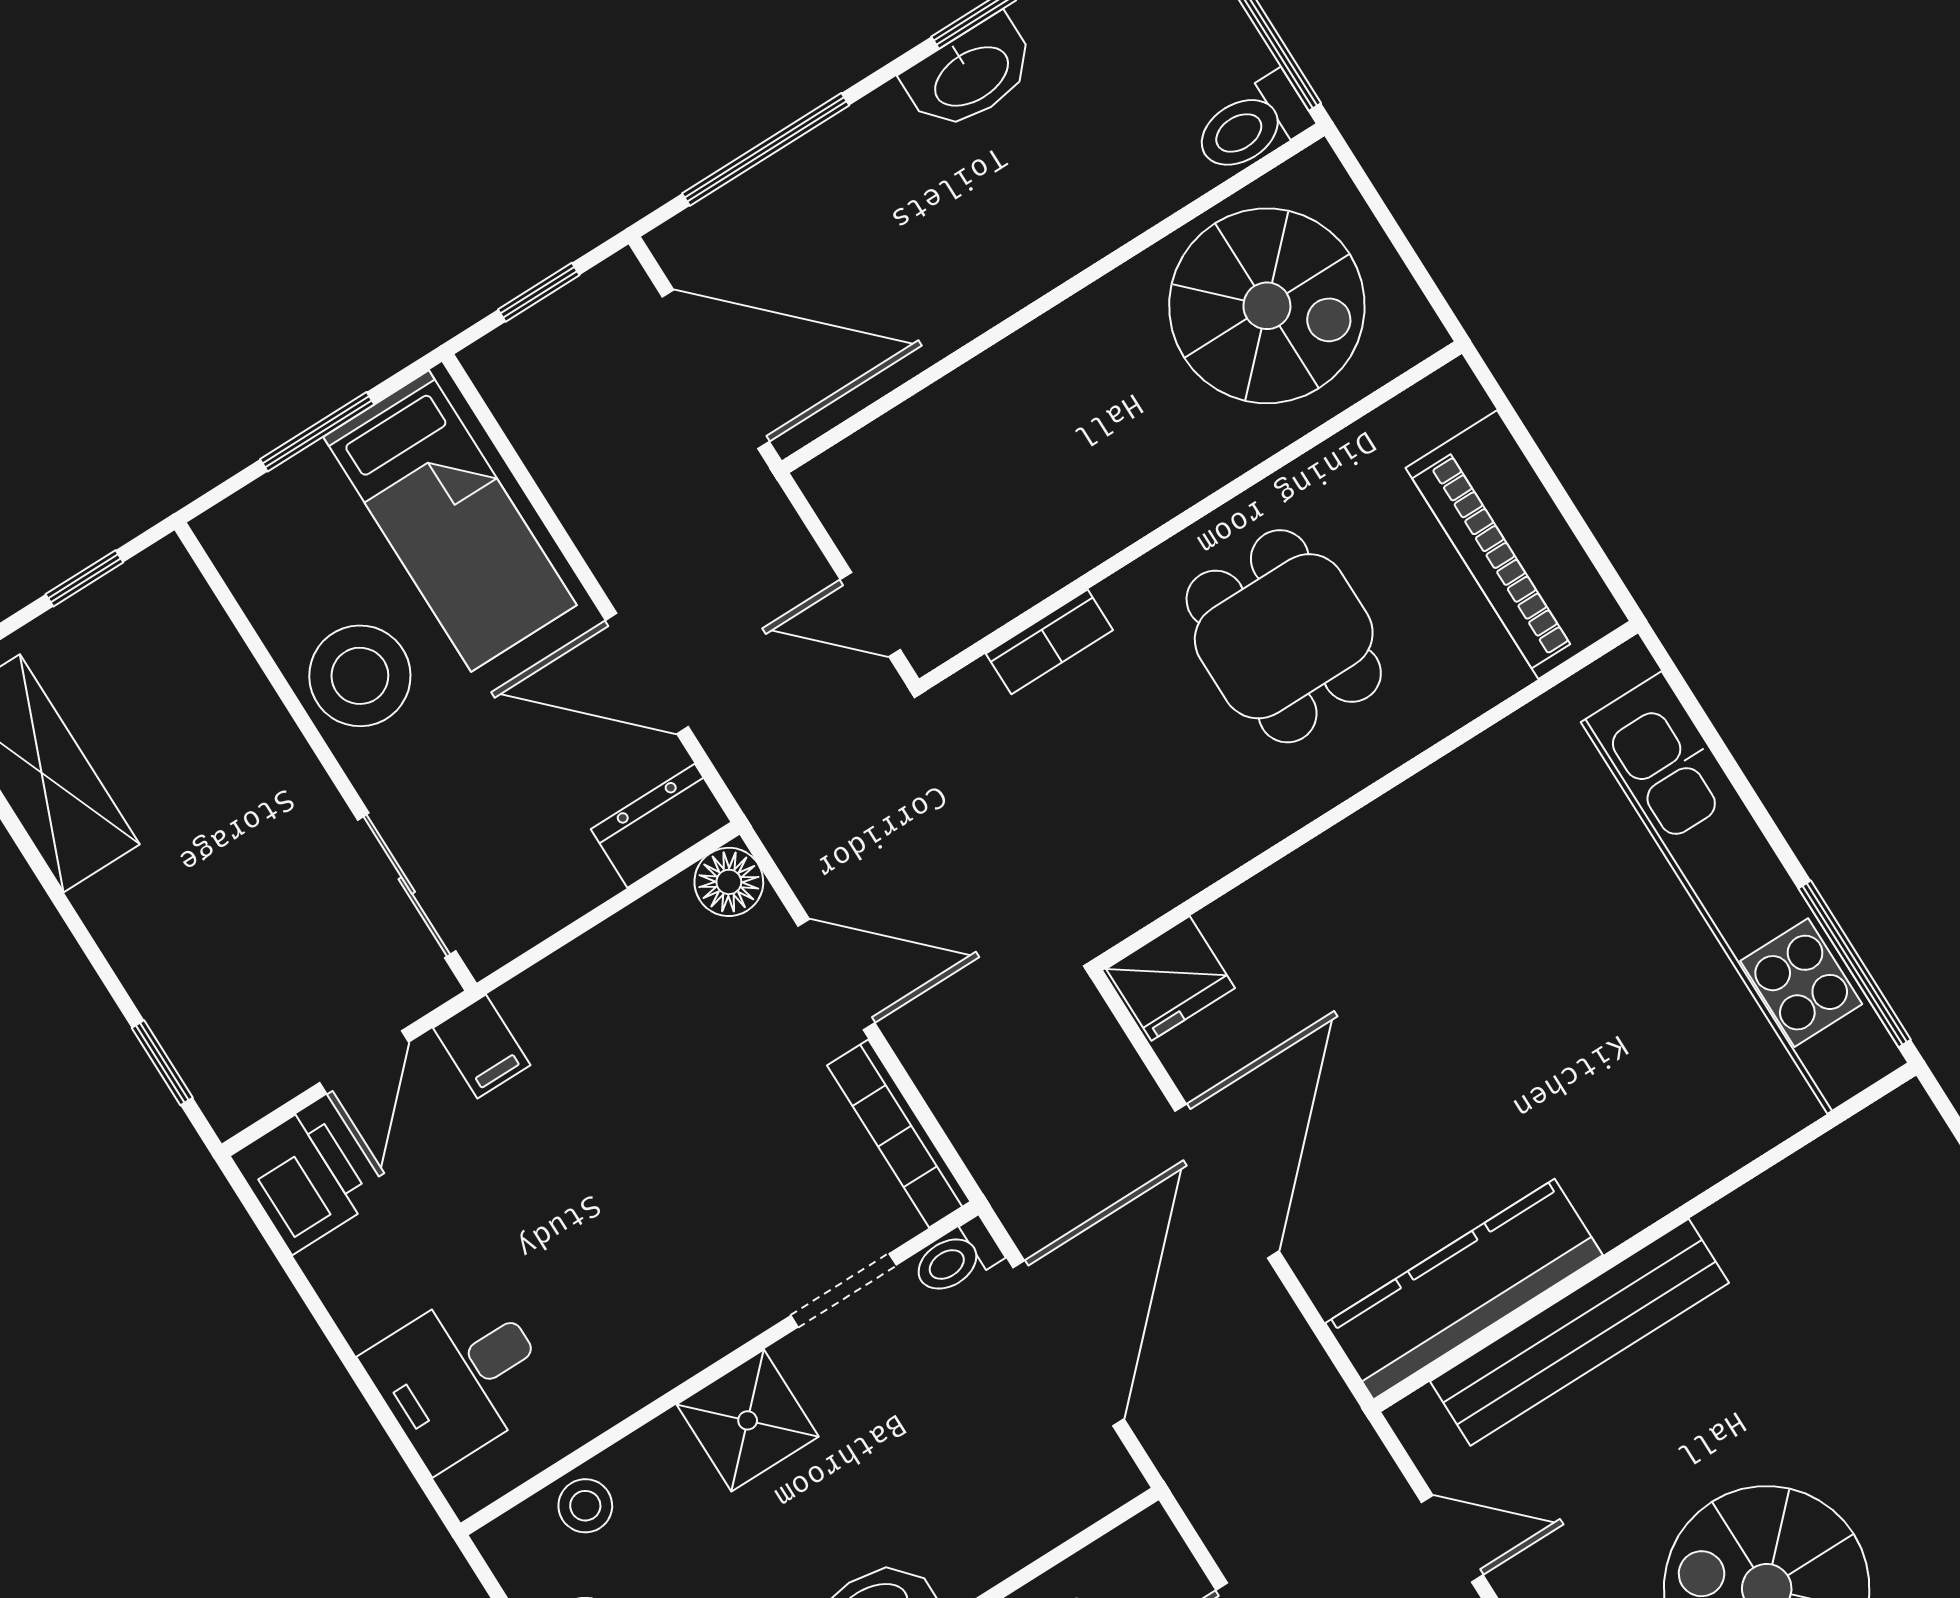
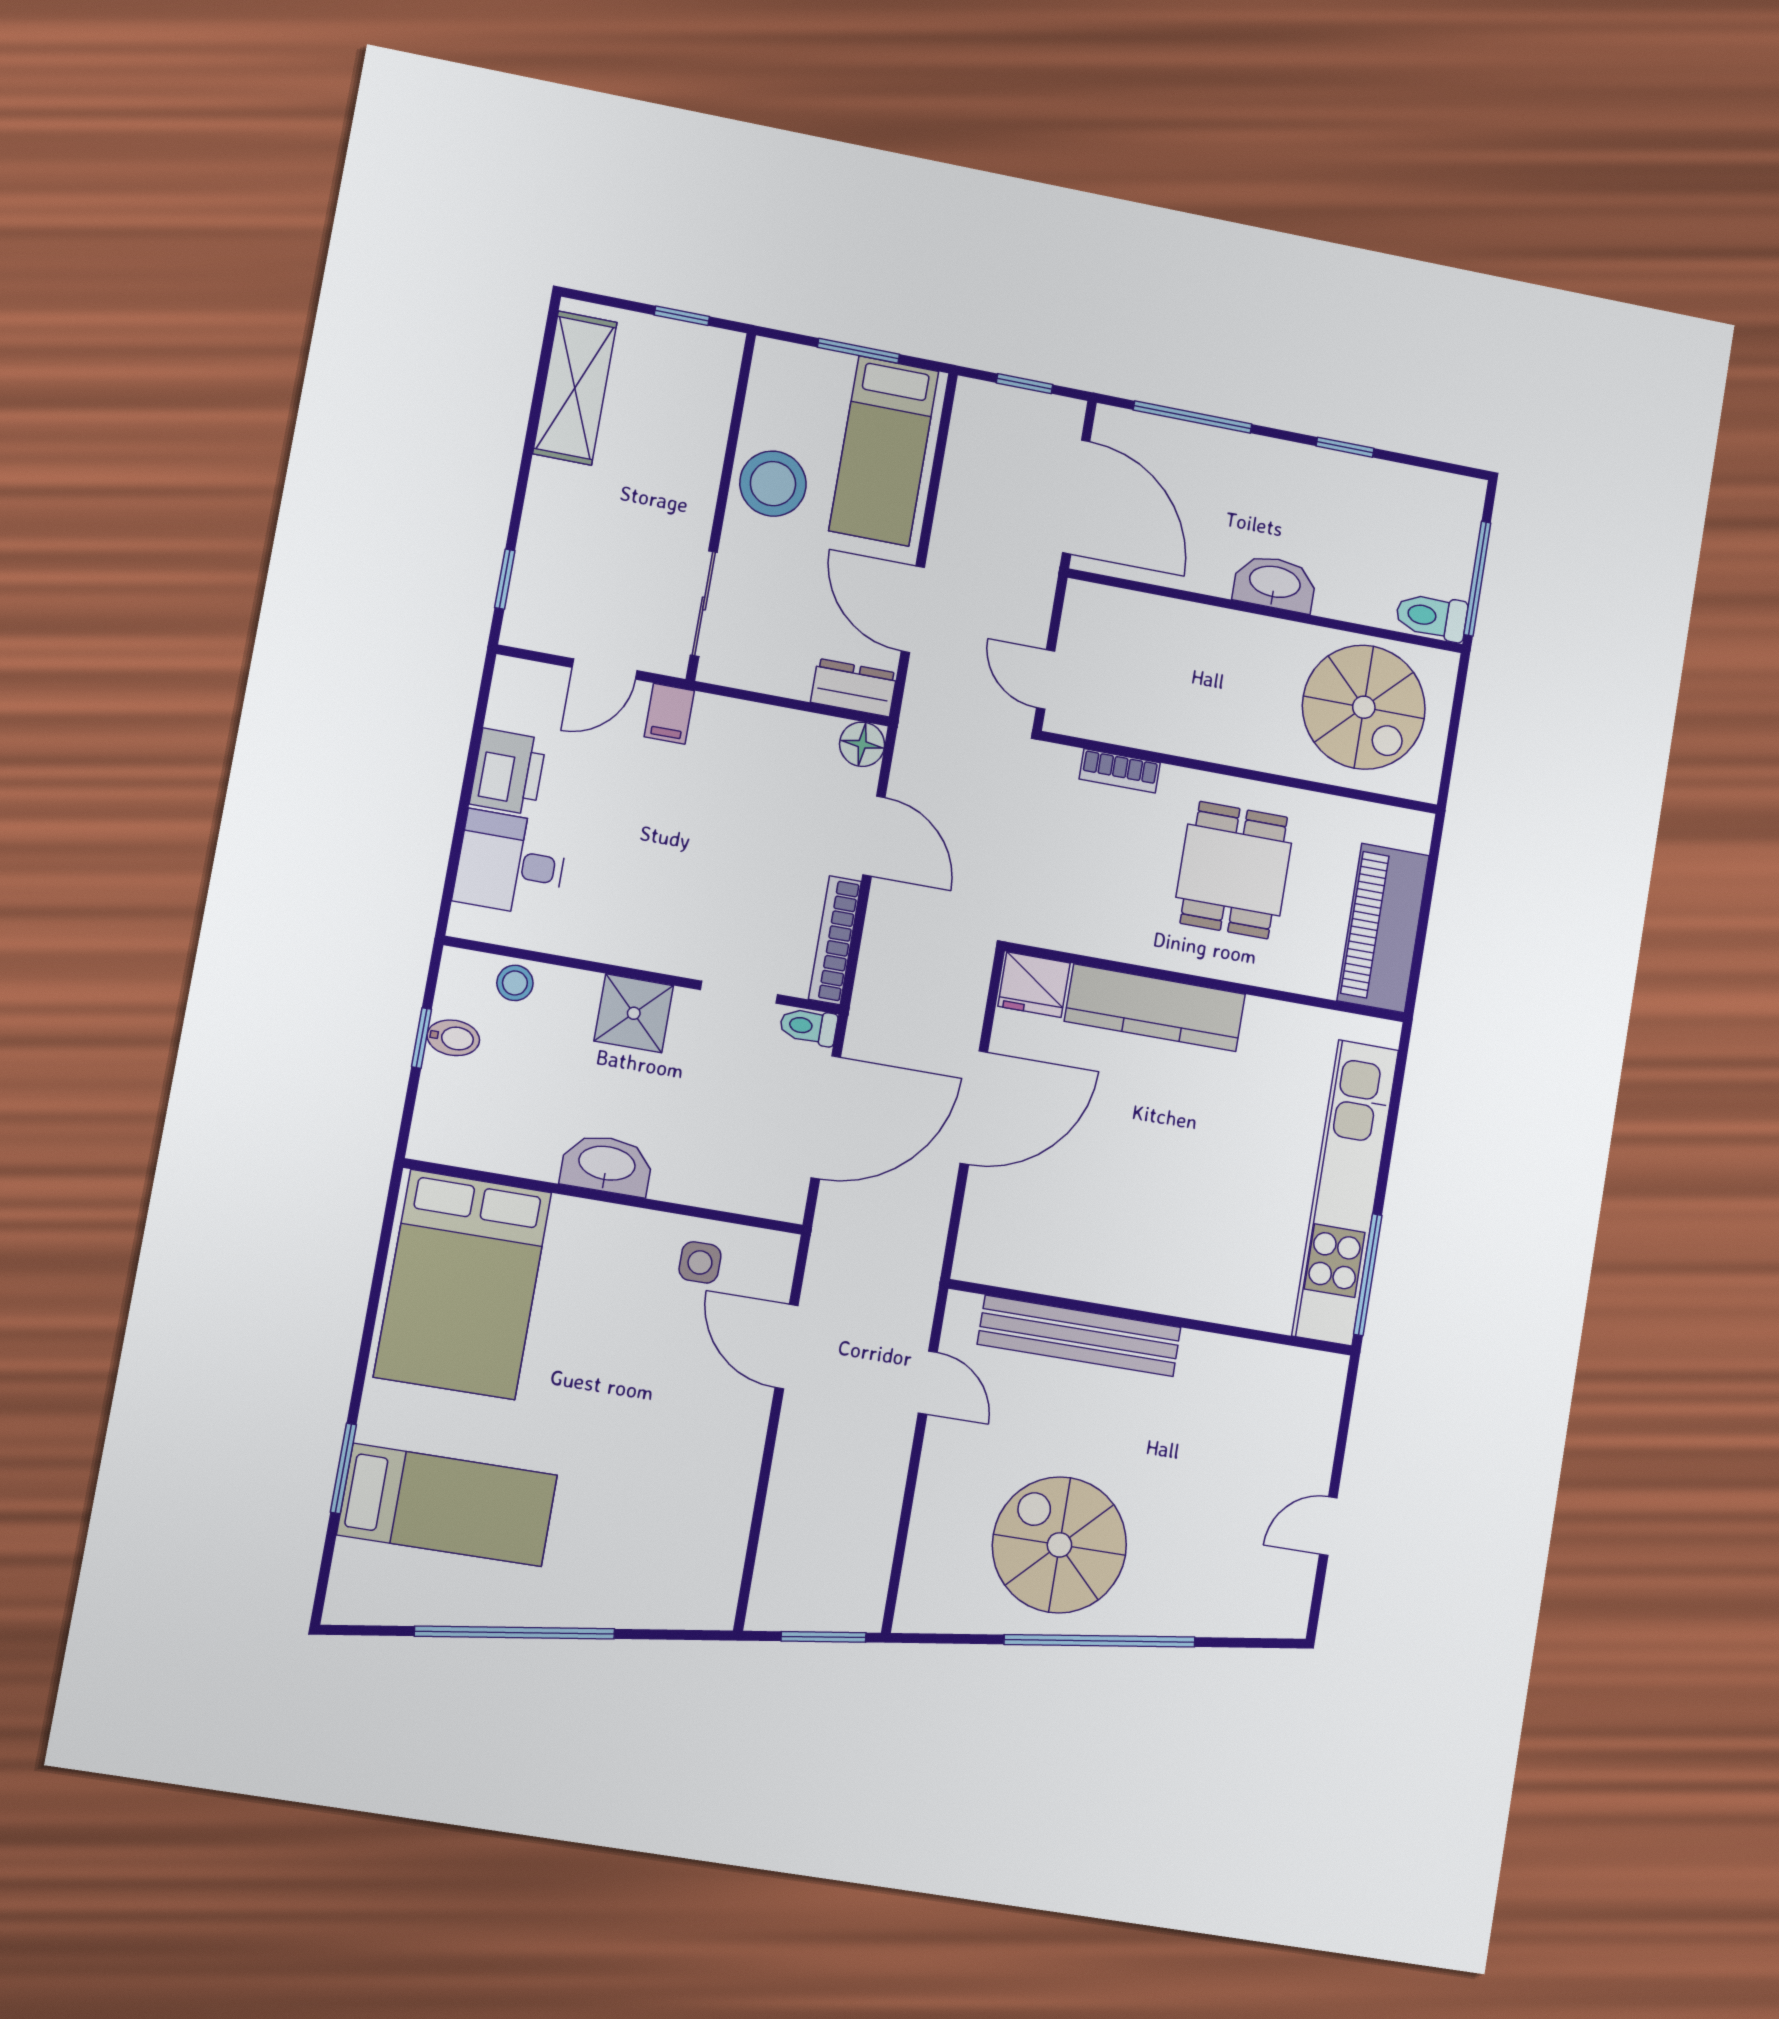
washbasin: (970, 75) -> (1275, 583), moved, turned 180
printer: (302, 1180) -> (508, 772), moved
kitchen counter: (1464, 1289) -> (1155, 1008), moved, turned 180

